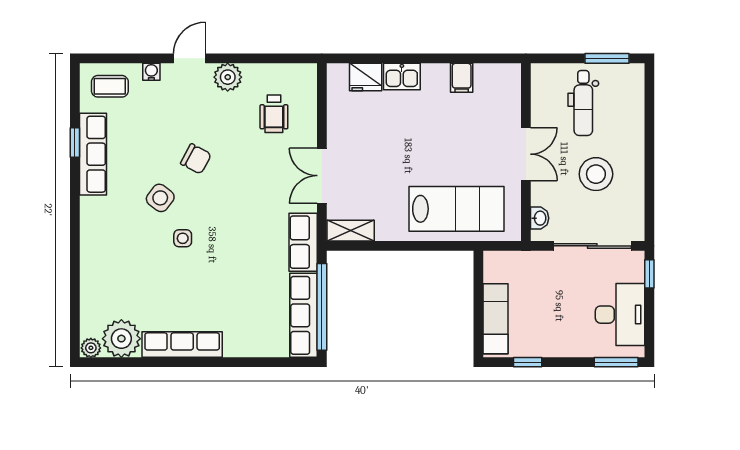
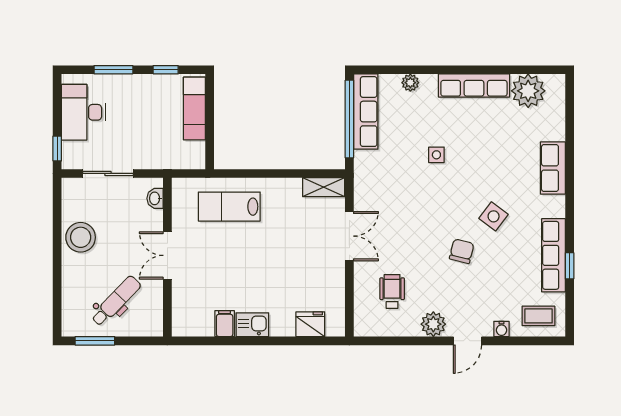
kitchen sink: (402, 76) -> (252, 325), moved
dental chair: (583, 103) -> (116, 301), turned 44
chair: (196, 159) -> (462, 251), turned 76
stool: (596, 174) -> (81, 237), moved
lab bench: (456, 209) -> (229, 207), width x0.73, depth x0.72
side table: (183, 238) -> (436, 155), moved
row of seats: (303, 242) -> (553, 168), moved, turned 180
sliding door: (592, 246) -> (108, 173), width x0.73
plant: (91, 348) -> (410, 83), moved
window: (616, 362) -> (113, 70), moved

